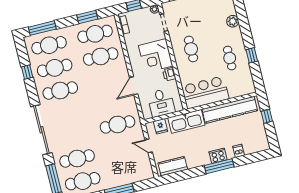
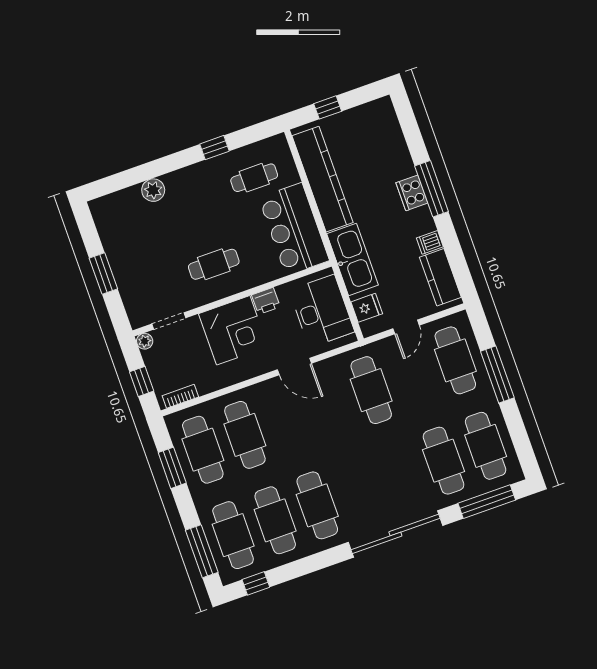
cafe table: (230, 58) -> (254, 178), moved
window: (27, 72) -> (256, 583), moved
desk: (161, 103) -> (322, 311), width x1.37
dishwasher: (239, 151) -> (430, 242), moved
cafe table: (129, 170) -> (455, 360), added

